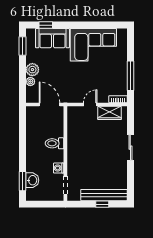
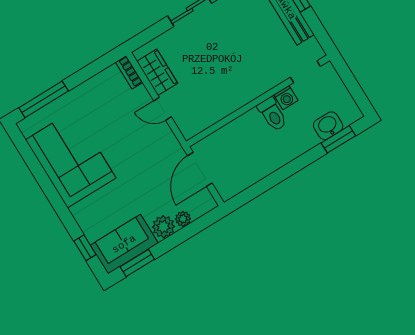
sofa: (52, 38) -> (124, 244), moved, turned -90
window: (130, 76) -> (44, 99), moved
toilet: (55, 143) -> (272, 114), moved

